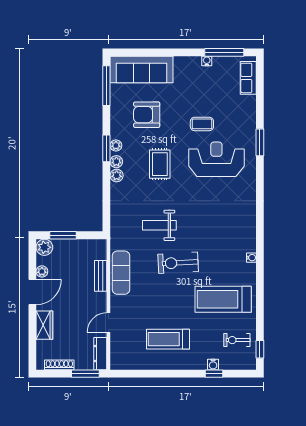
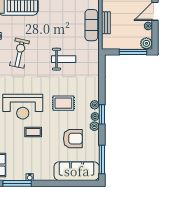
rug: (160, 164) -> (63, 103), turned 90
plant: (117, 176) -> (94, 126), moved
window: (63, 235) -> (133, 52), width x1.44
exercise bike: (178, 263) -> (20, 53), moved, turned -75

